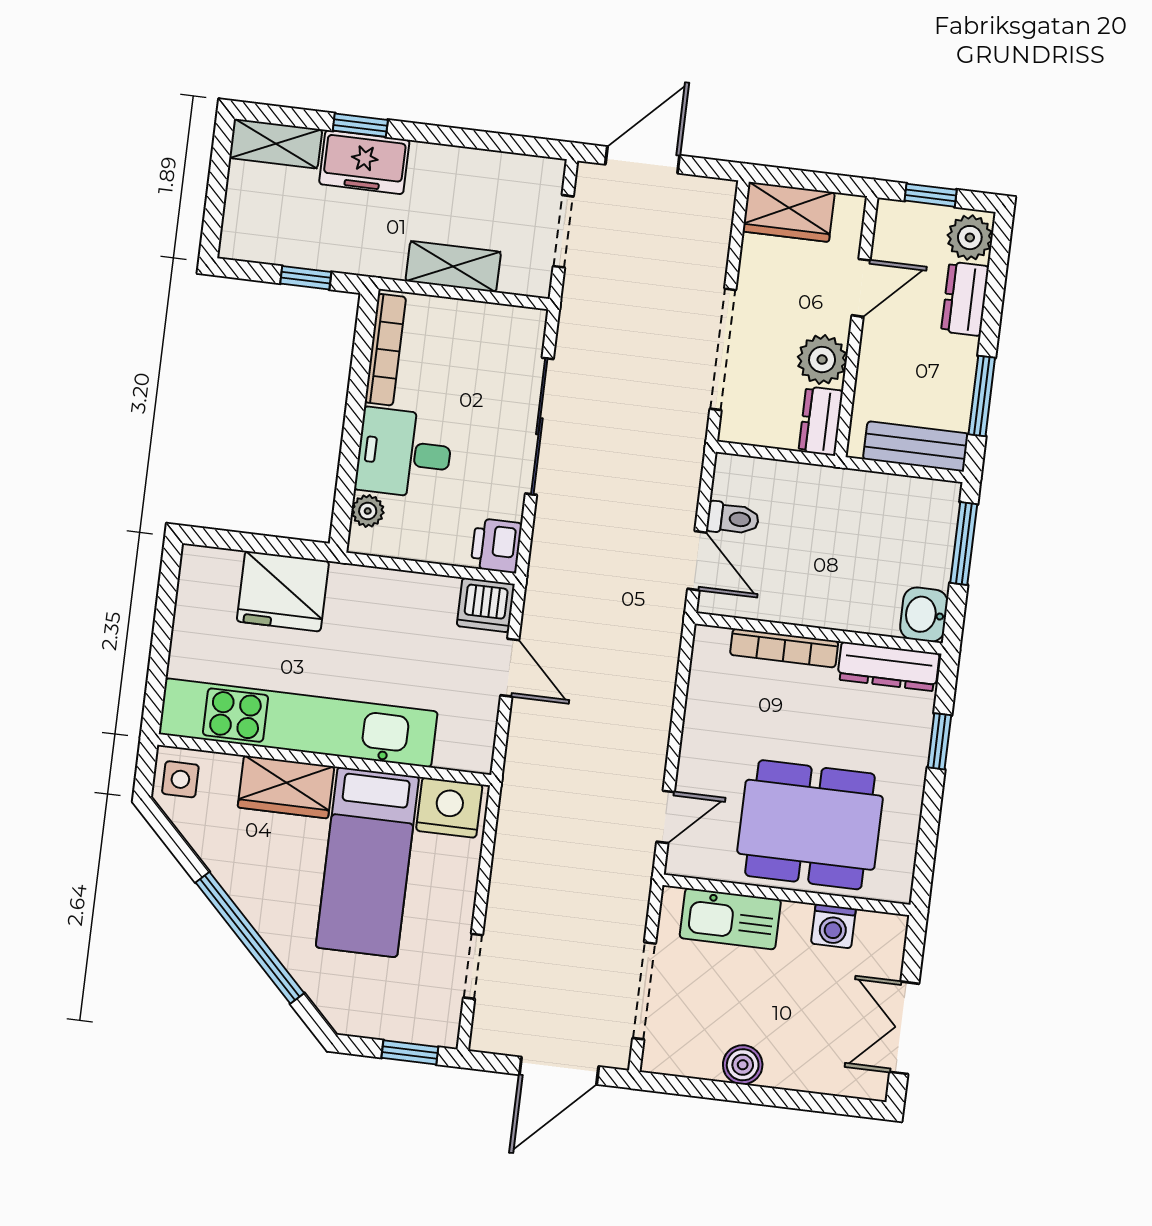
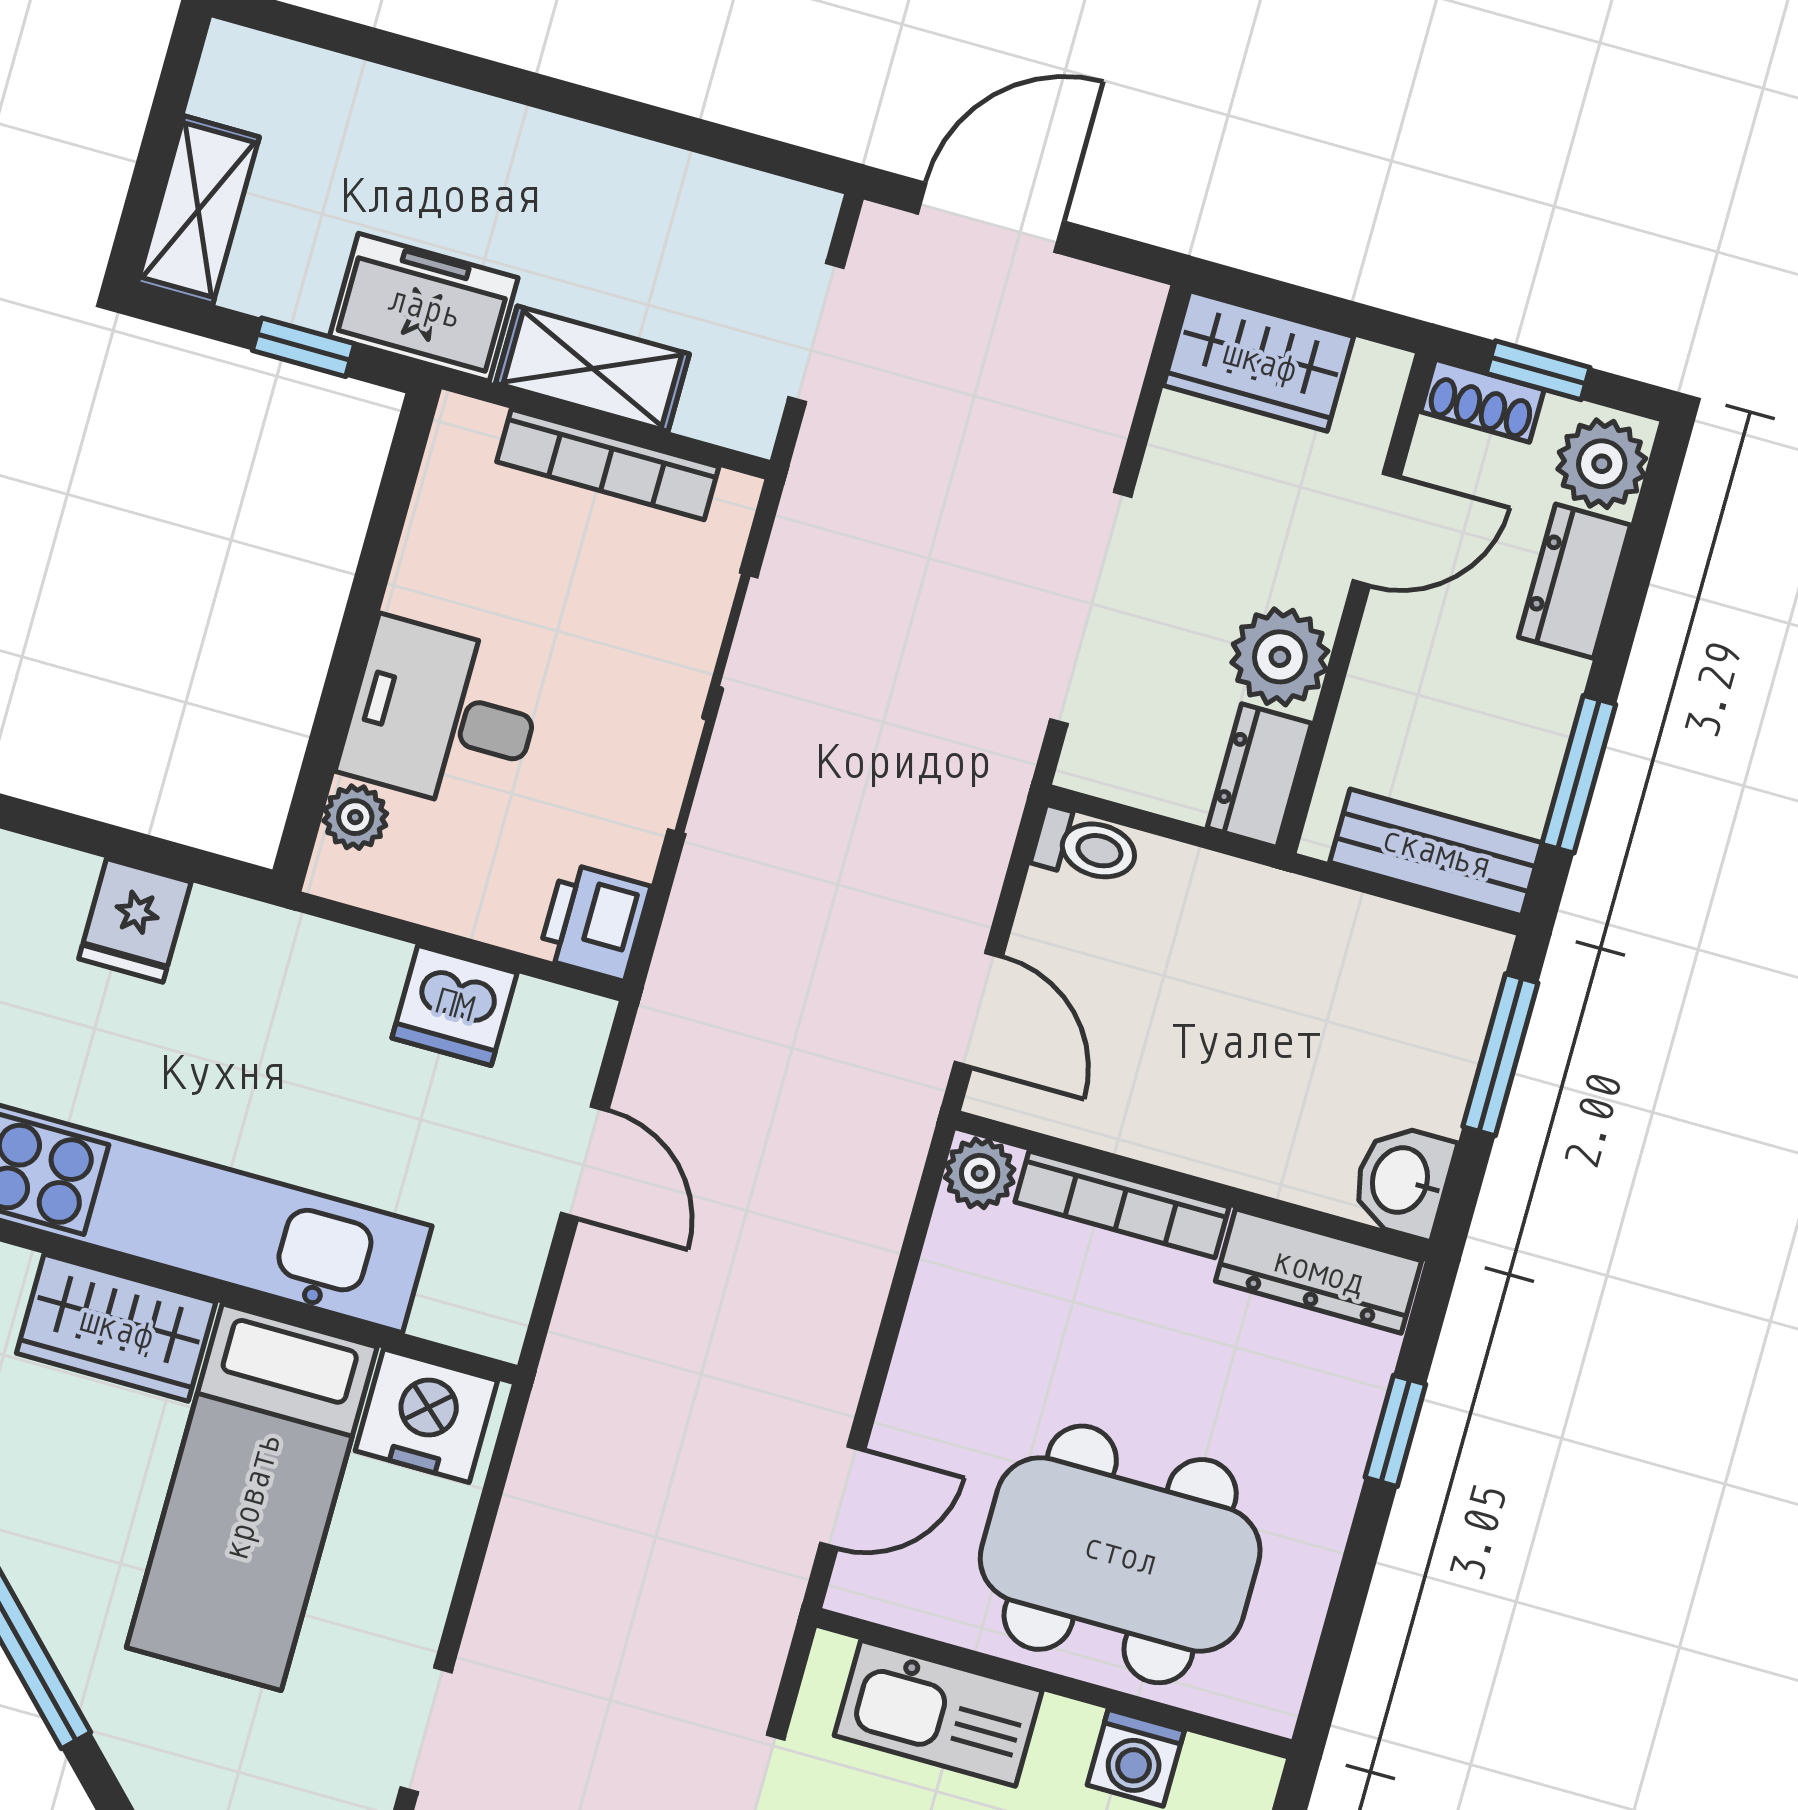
window: (360, 125) -> (454, 68), removed
shelving: (276, 144) -> (198, 210), moved, turned 90
freezer: (364, 162) -> (424, 307), moved, turned 180
shoe rack: (905, 215) -> (1482, 401), added
bookcase: (385, 350) -> (608, 464), moved, turned 90
toilet: (733, 519) -> (1086, 847), moved
fridge: (283, 591) -> (135, 920), width x0.53, depth x0.75
dishwasher: (486, 605) -> (454, 1005), moved
plant: (710, 643) -> (980, 1173), added

